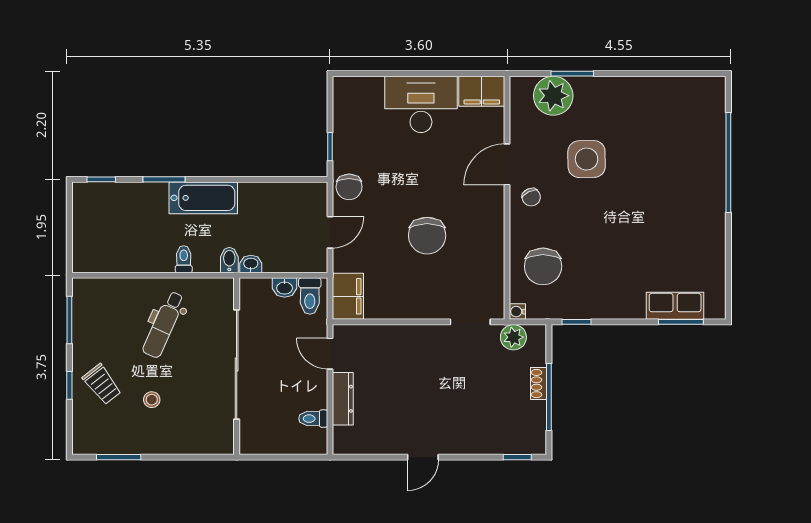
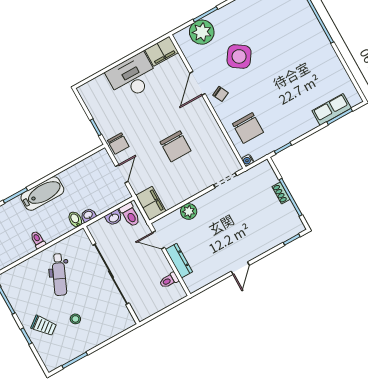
side table: (587, 159) -> (239, 56), turned 35
toilet: (184, 259) -> (38, 240), moved
plant: (513, 337) -> (189, 211), moved

